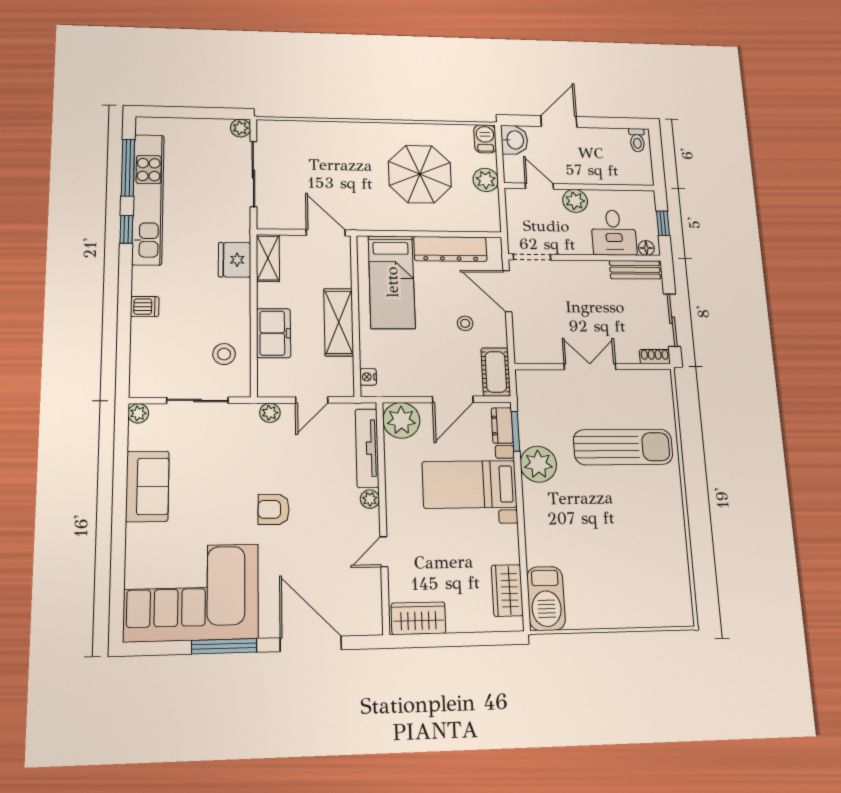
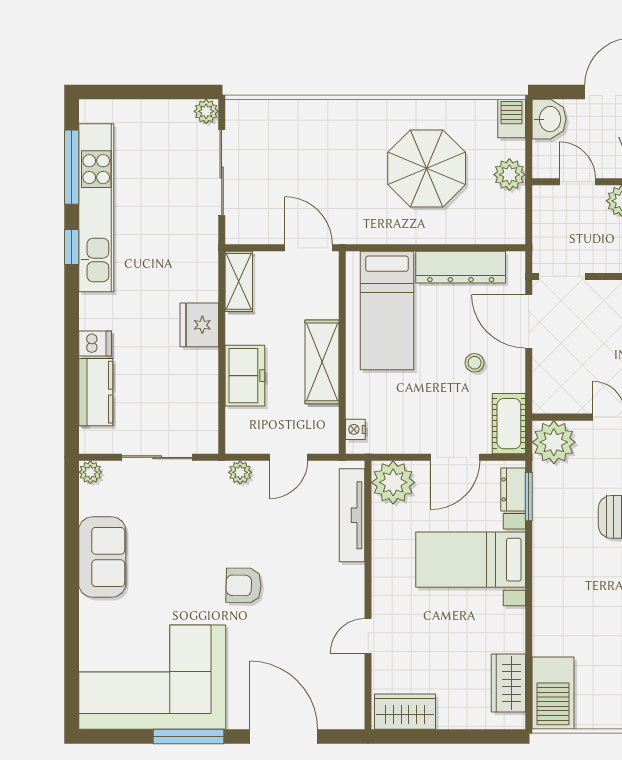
fridge: (235, 260) -> (199, 325), moved
kitchen counter: (144, 346) -> (96, 392), added
stool: (224, 354) -> (187, 401), removed
plant: (538, 464) -> (554, 442), moved
plant: (370, 499) -> (354, 575), removed

